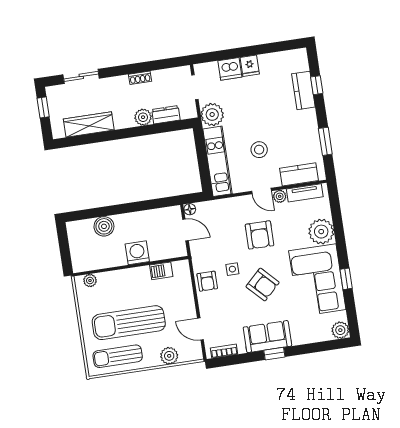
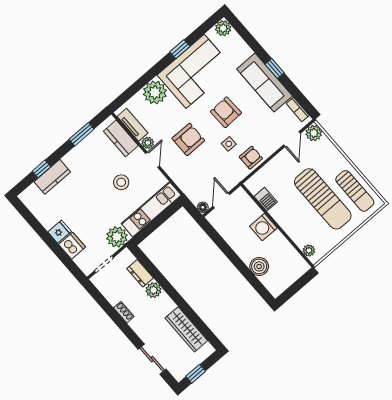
armchair: (263, 285) -> (226, 112), turned -48
sofa: (267, 337) -> (265, 82), width x1.36
plant: (169, 356) -> (314, 133), moved

